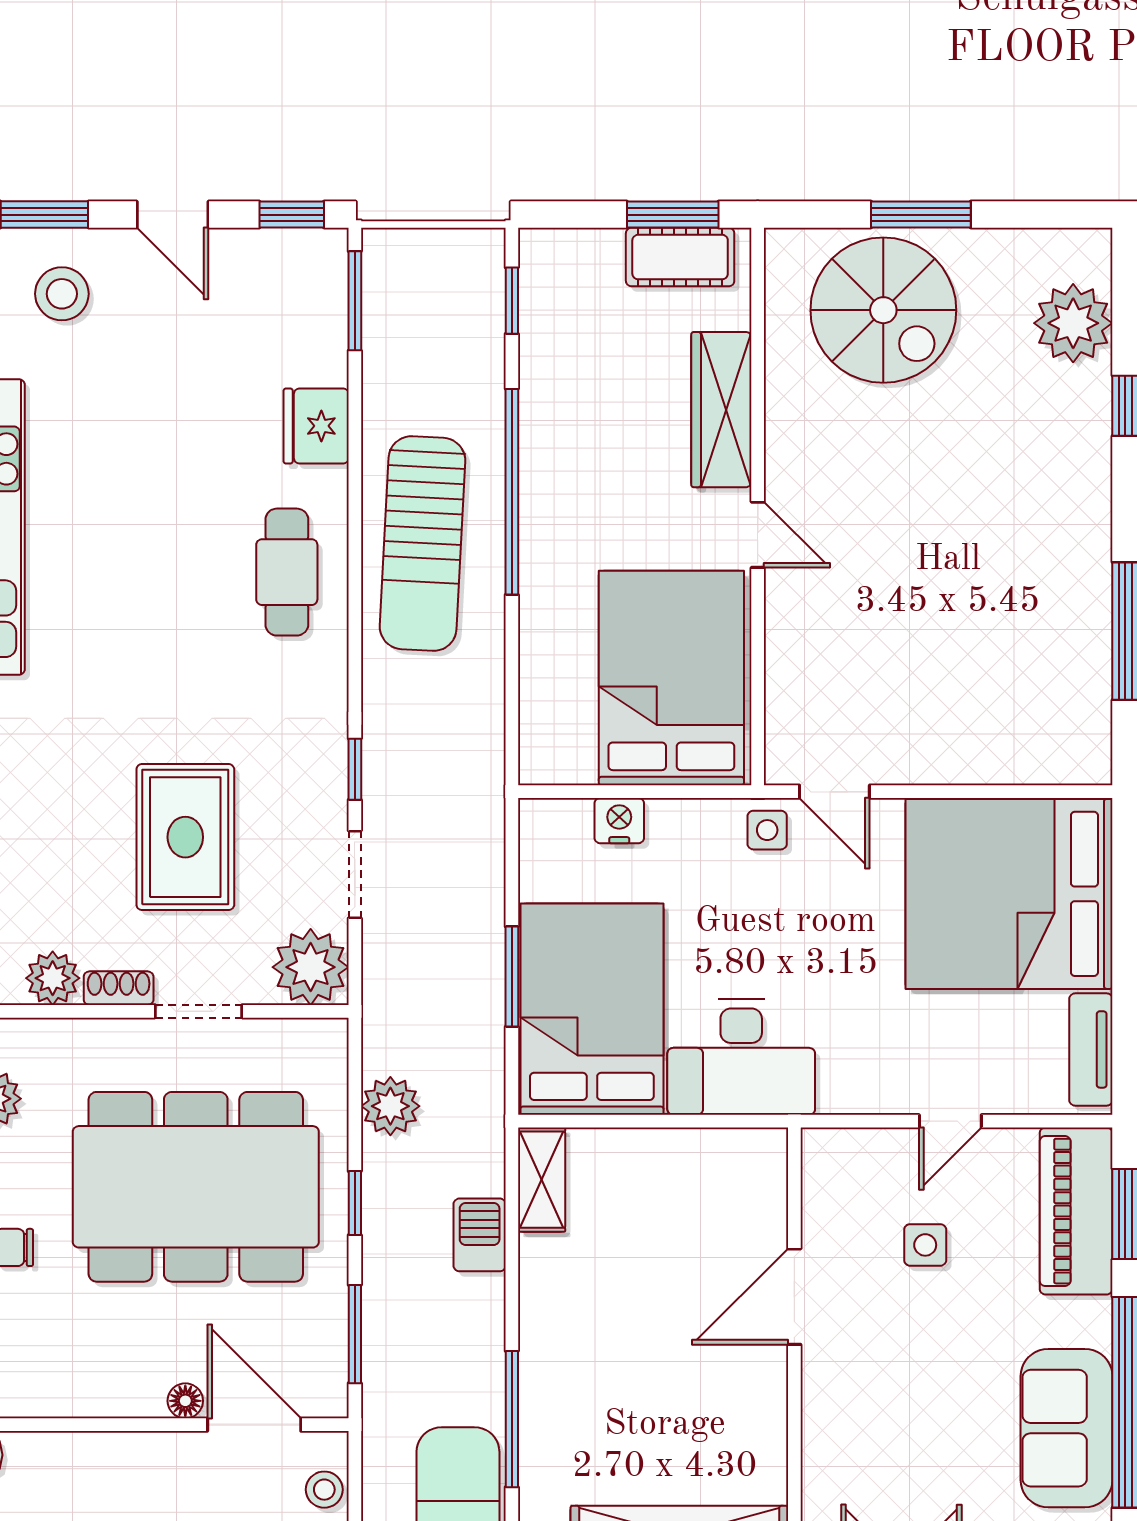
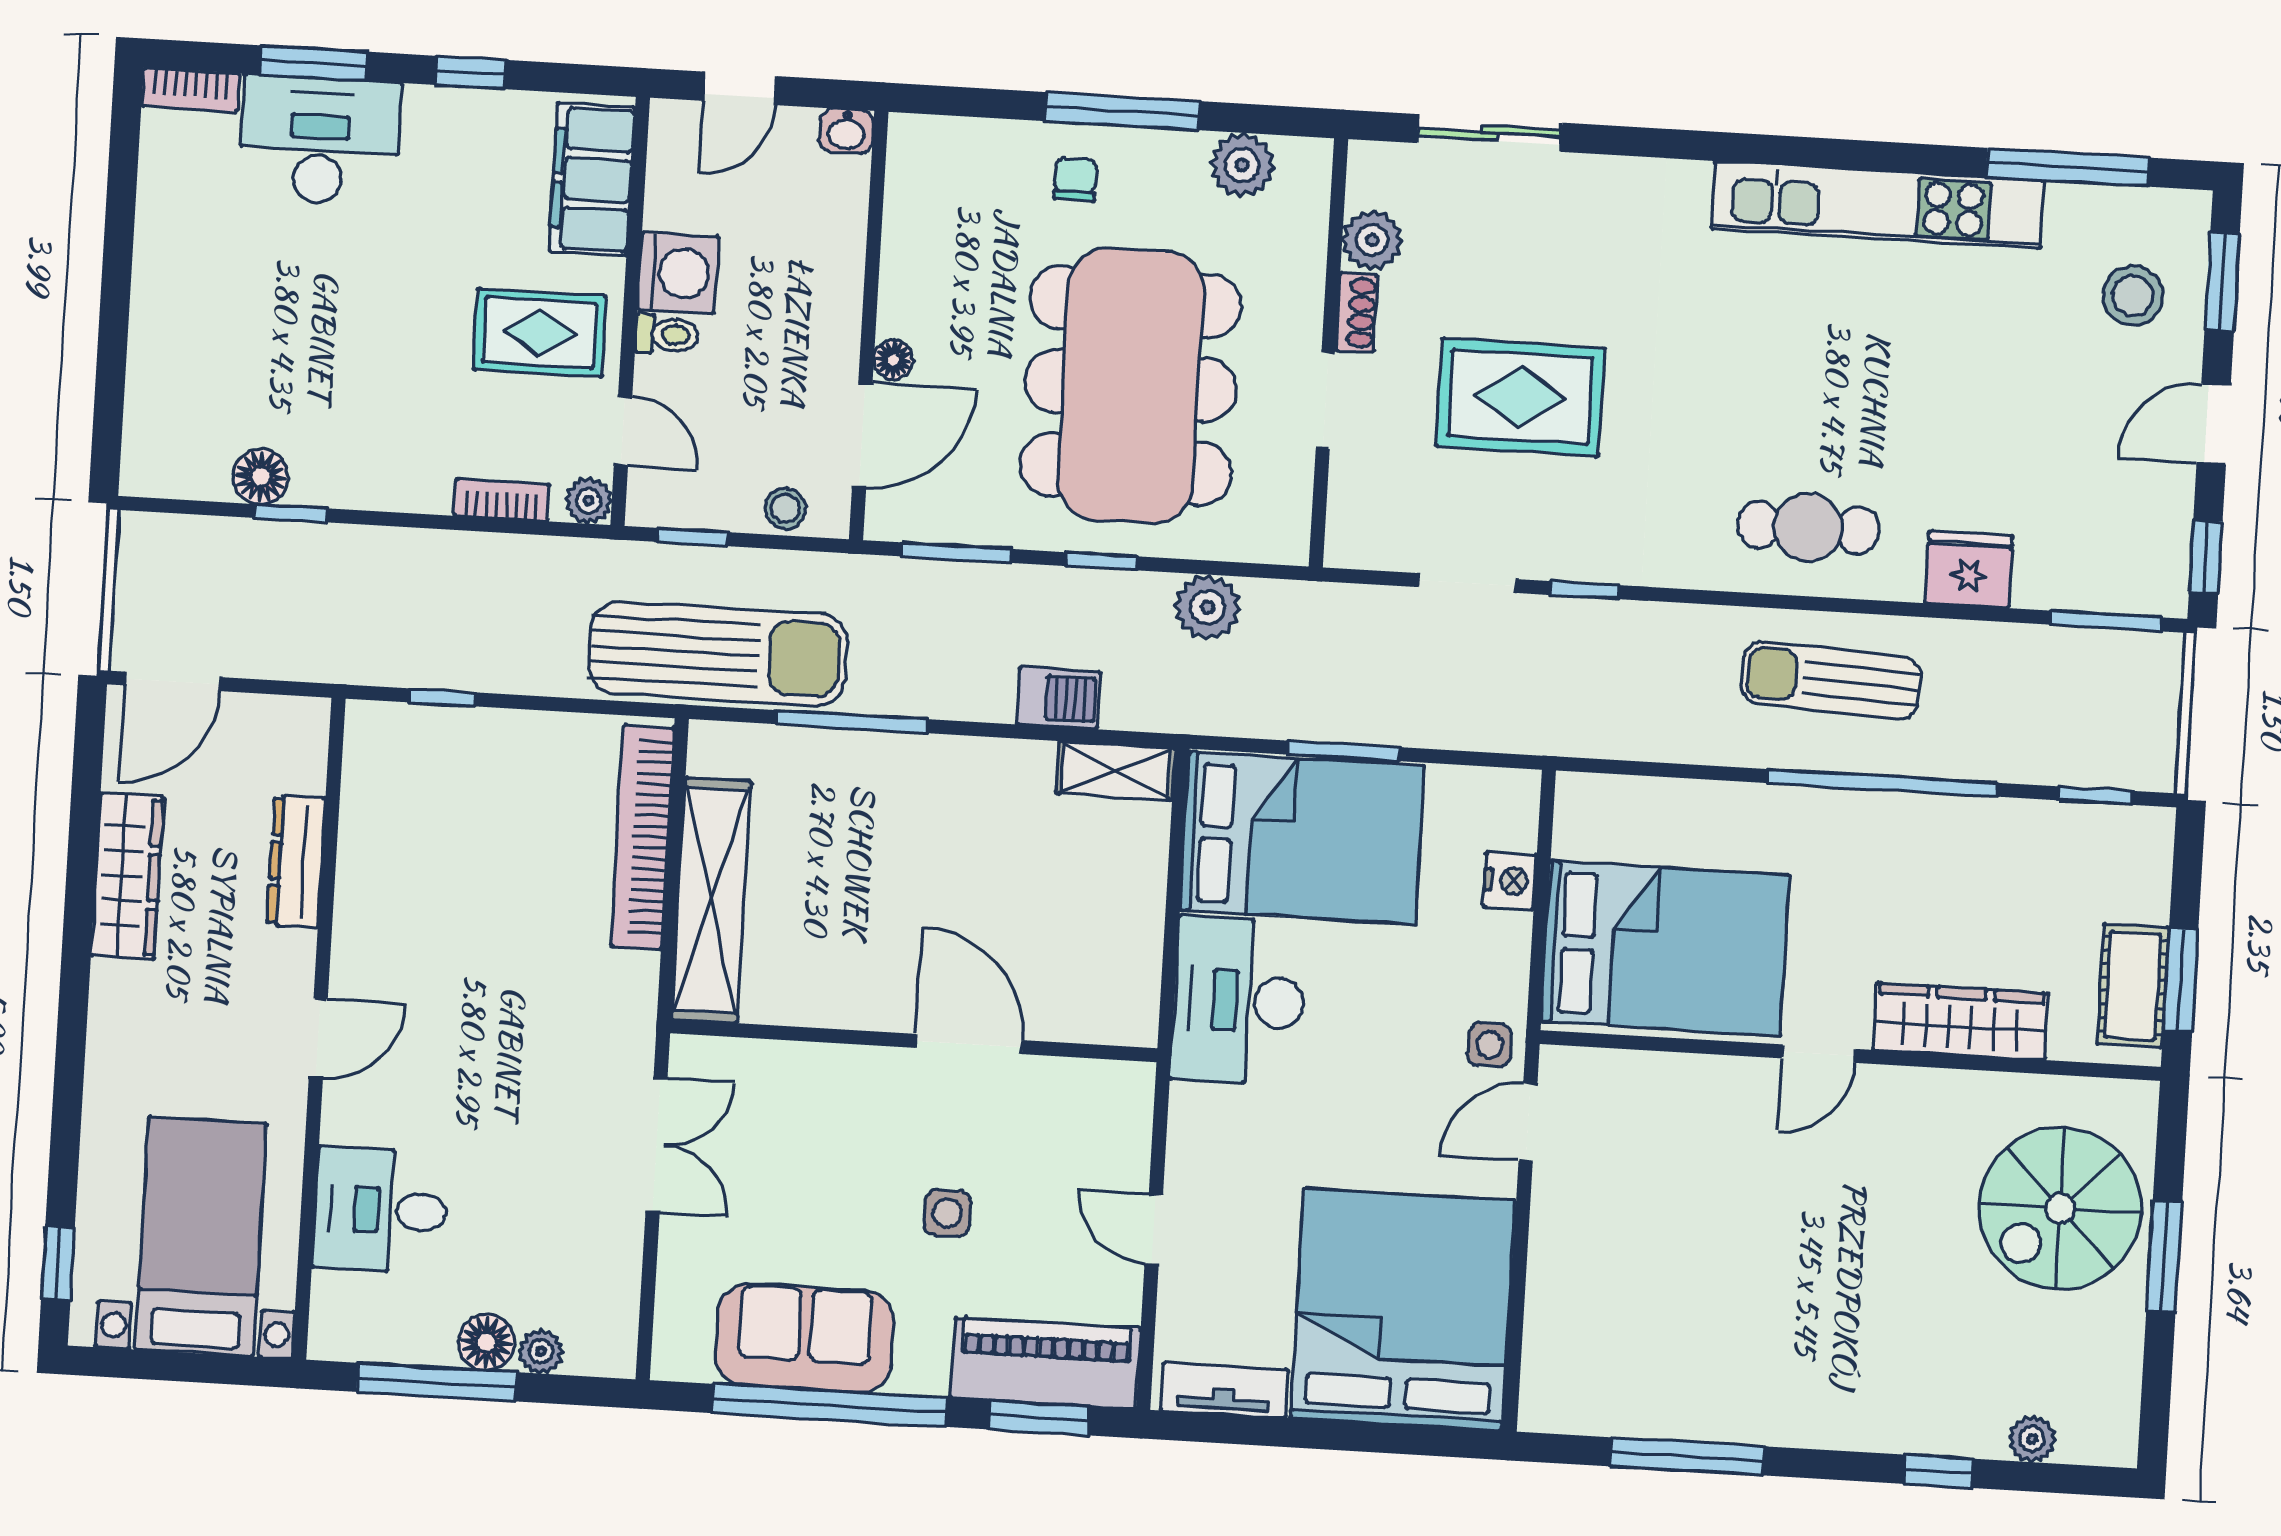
plant: (1073, 323) -> (2032, 1439), width x0.53, depth x0.53
sun lounger: (422, 544) -> (1831, 680), width x0.73, depth x0.75
plant: (311, 967) -> (1368, 528), removed
side table: (925, 1245) -> (947, 1213), moved

